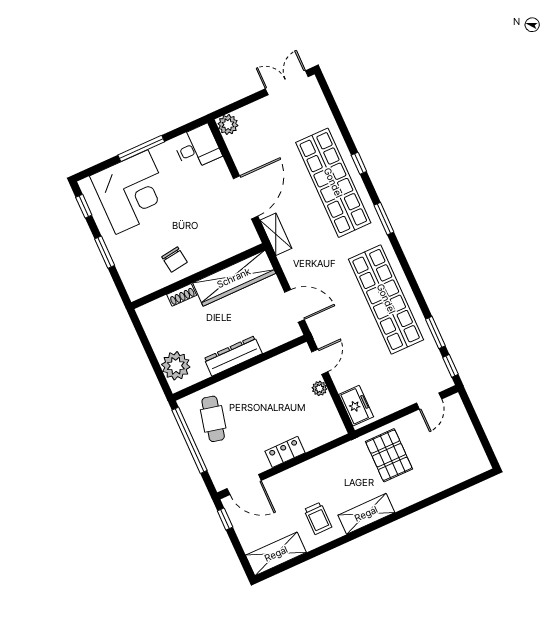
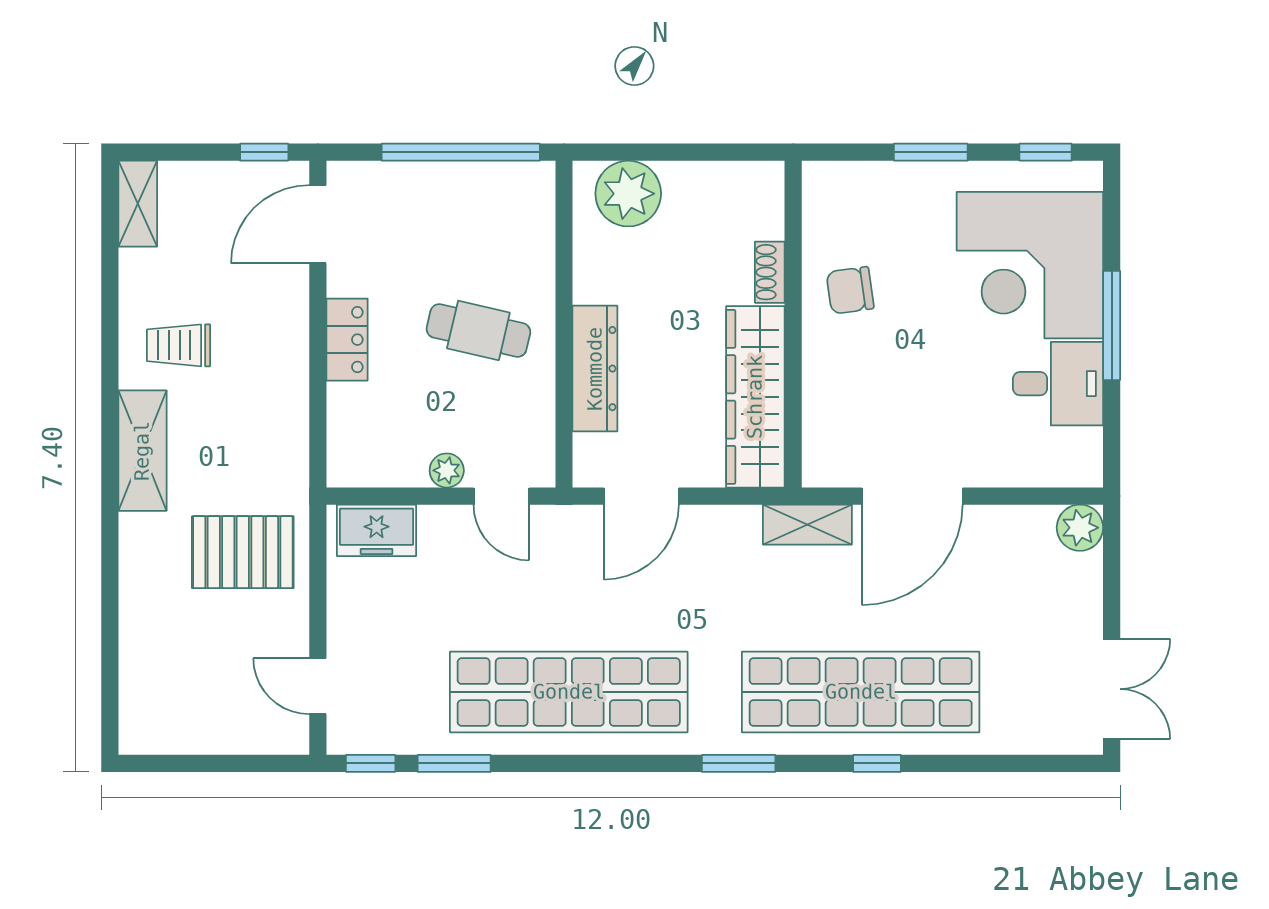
desk: (197, 147) -> (1058, 384), moved, turned -90
door: (246, 197) -> (912, 496), hinge flipped
dresser: (233, 356) -> (595, 369), moved
cafe table: (213, 419) -> (478, 330), moved
shelving: (276, 554) -> (138, 204), width x0.67, depth x0.75

